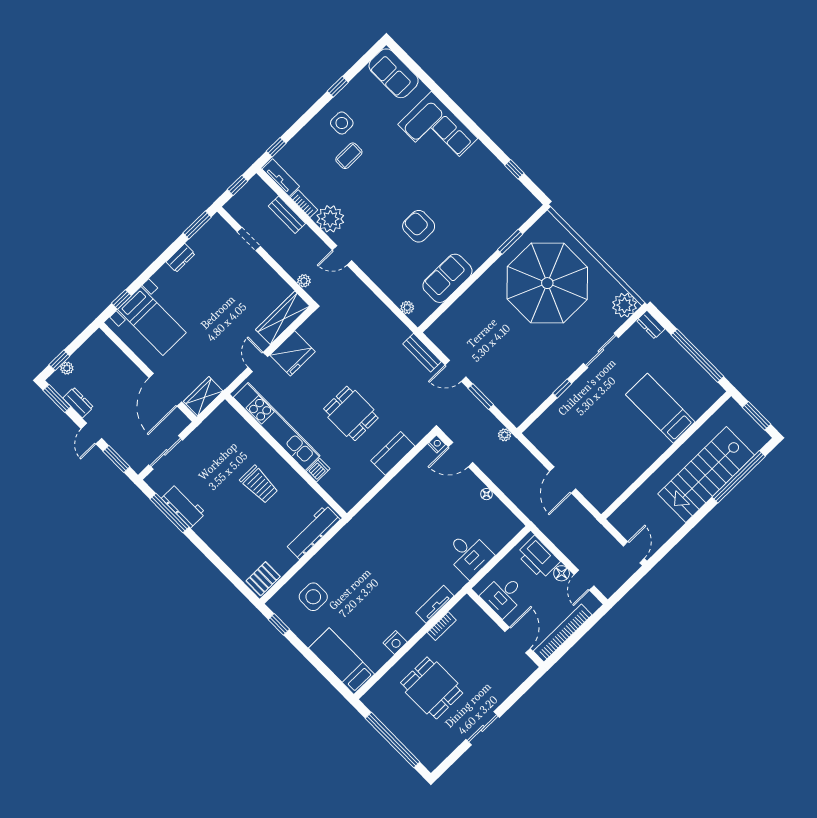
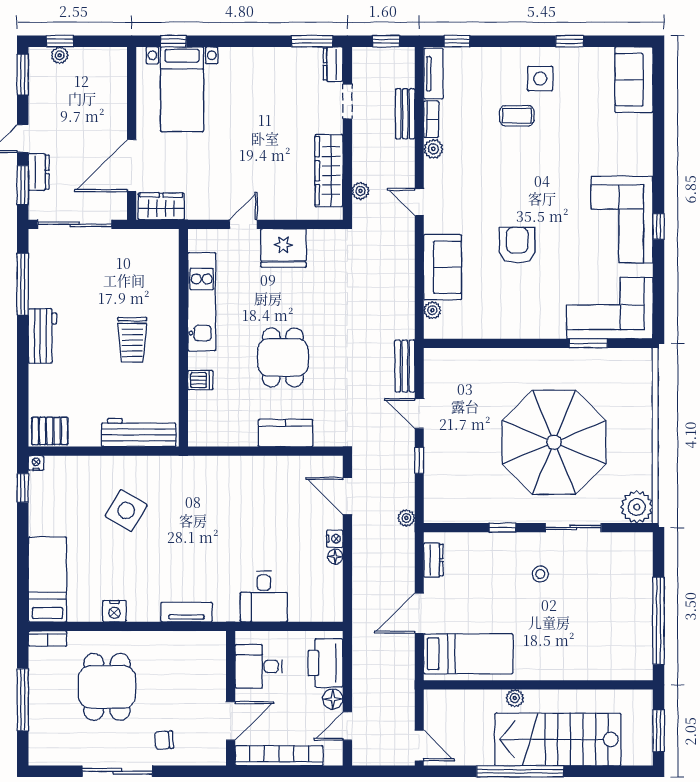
corner sofa: (438, 131) -> (622, 220), moved
window: (514, 169) -> (658, 226), moved
corner sofa: (503, 211) -> (610, 308), added
plant: (330, 219) -> (433, 149), width x0.53, depth x0.53
dresser: (181, 258) -> (333, 64), moved, turned 90
sofa: (447, 278) -> (443, 267), moved, turned 90
parasol: (547, 283) -> (554, 442), moved
wardrobe: (283, 318) -> (329, 171), moved, turned -90
dresser: (651, 325) -> (433, 560), moved, turned 180
stool: (608, 394) -> (540, 574), added
window: (481, 397) -> (419, 460), width x0.67
dresser: (78, 403) -> (39, 172), moved
bed: (660, 408) -> (468, 654), moved, turned 90
kitchen unit: (277, 427) -> (202, 302), width x0.73
nightstand: (437, 444) -> (335, 539), moved
sliding door: (166, 452) -> (75, 224), width x1.37
plant: (660, 475) -> (515, 698), added
window: (739, 477) -> (520, 771), moved
workbench: (183, 506) -> (42, 336), moved
door: (634, 552) -> (419, 746), hinge flipped
side table: (313, 597) -> (126, 511), moved, turned 31
nightstand: (273, 604) -> (36, 463), added
bookcase: (442, 626) -> (48, 639), moved
chair: (491, 686) -> (164, 740), added
sliding door: (483, 728) -> (117, 771), width x1.37
window: (393, 740) -> (23, 700), width x0.68

